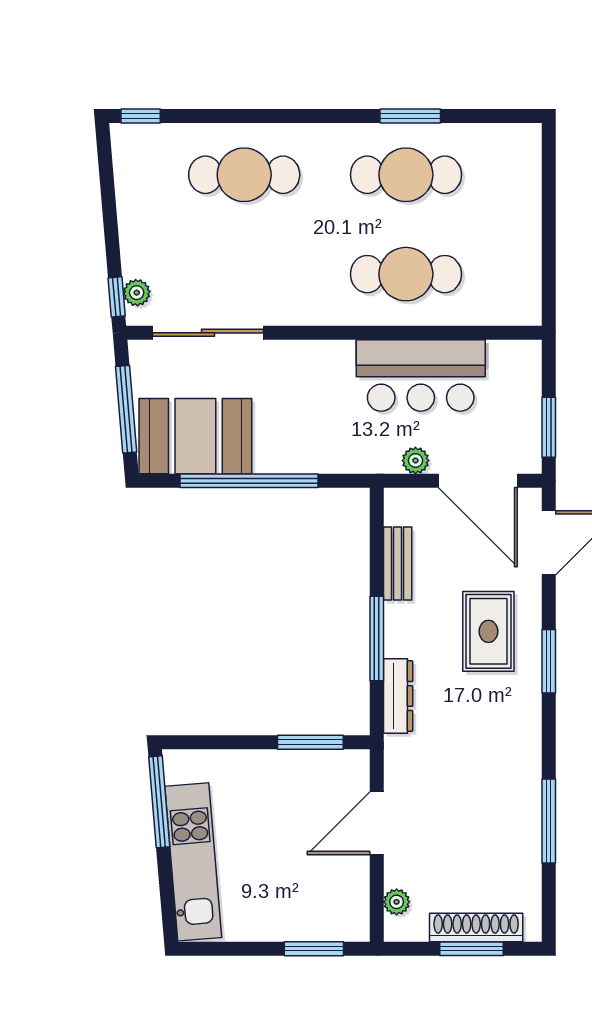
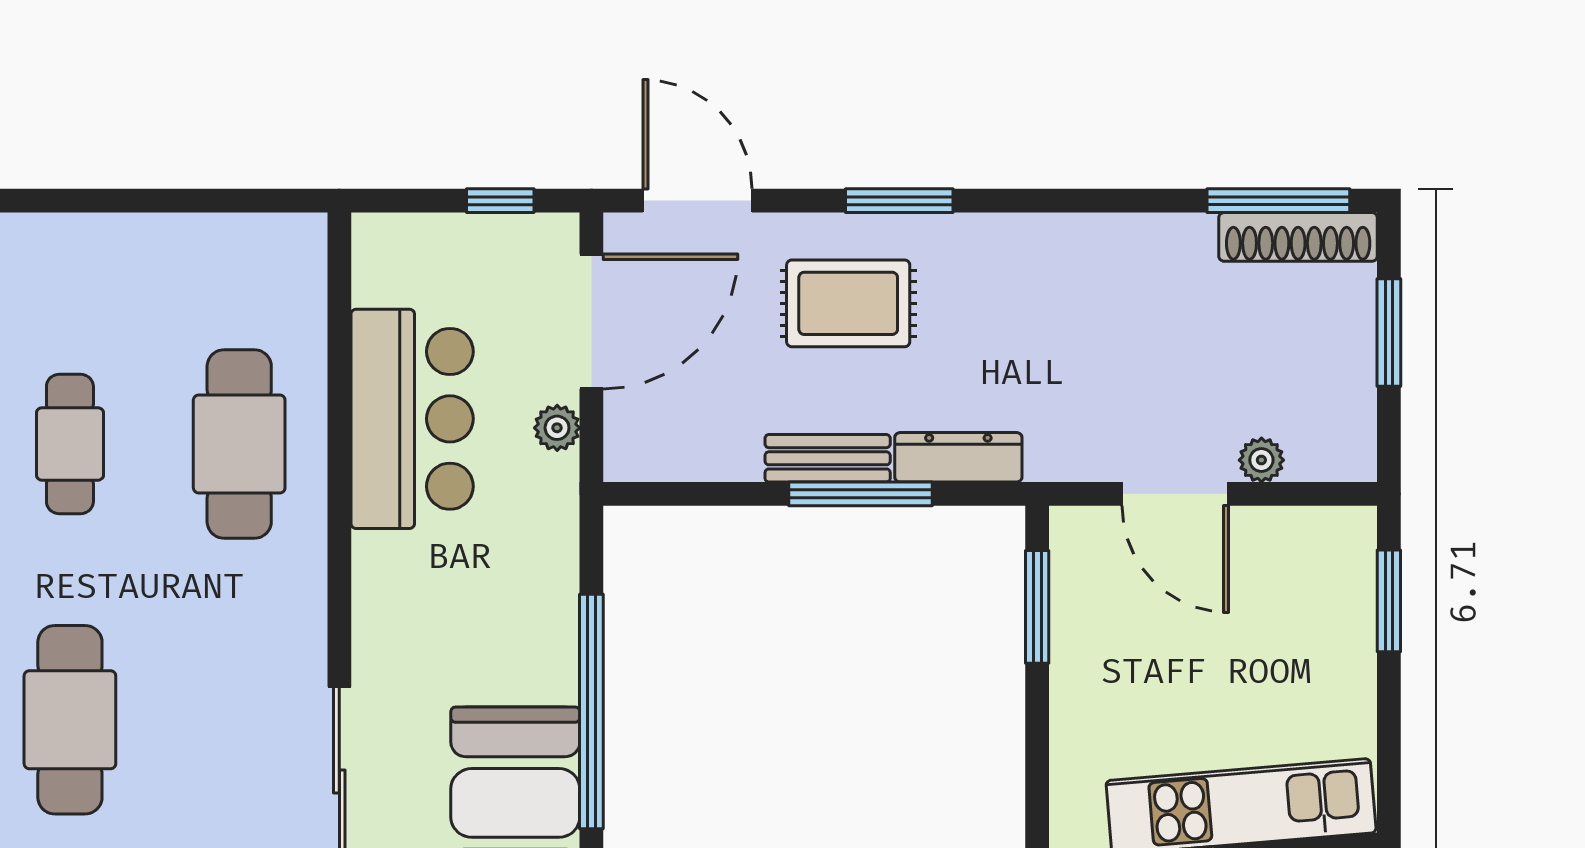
cafe table: (406, 175) -> (70, 444), width x0.73, depth x0.74
window: (549, 427) -> (500, 201), width x0.67
bench: (398, 564) -> (828, 458), moved
window: (549, 821) -> (1278, 201), moved
plant: (397, 902) -> (1261, 460), moved
shoe rack: (476, 927) -> (1298, 237), moved, turned -90

